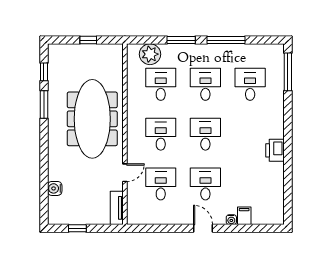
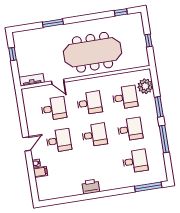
window: (44, 104) -> (53, 23), moved
water cooler: (55, 188) -> (38, 33), removed

